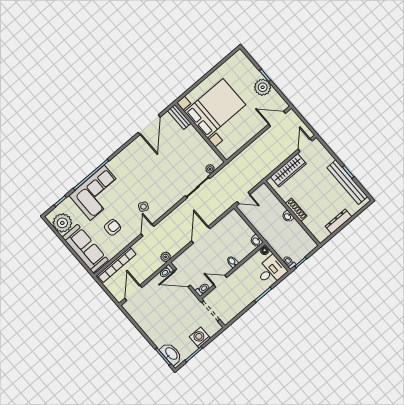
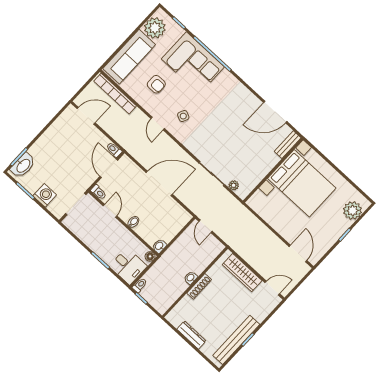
plant: (263, 87) -> (353, 211), moved
door: (147, 230) -> (158, 124), swing flipped
door: (201, 235) -> (159, 183), width x1.36
plant: (166, 257) -> (130, 147), removed

